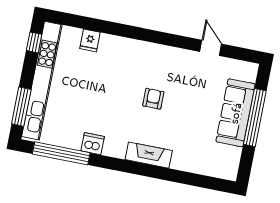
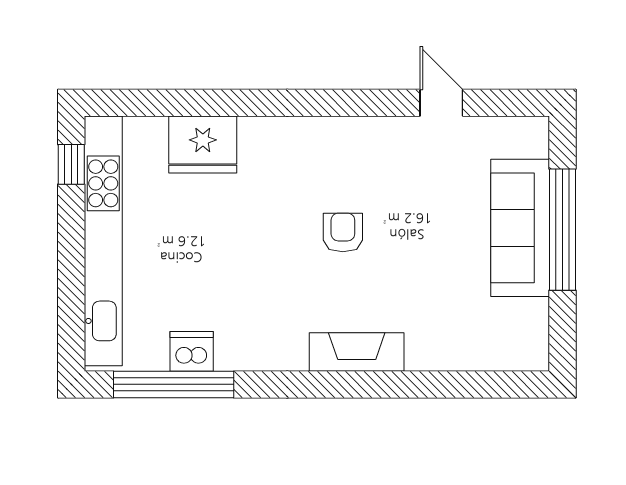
fridge: (90, 40) -> (203, 145), width x1.88, depth x1.34
window: (21, 107) -> (71, 304), removed
dishwasher: (93, 144) -> (192, 351), moved

